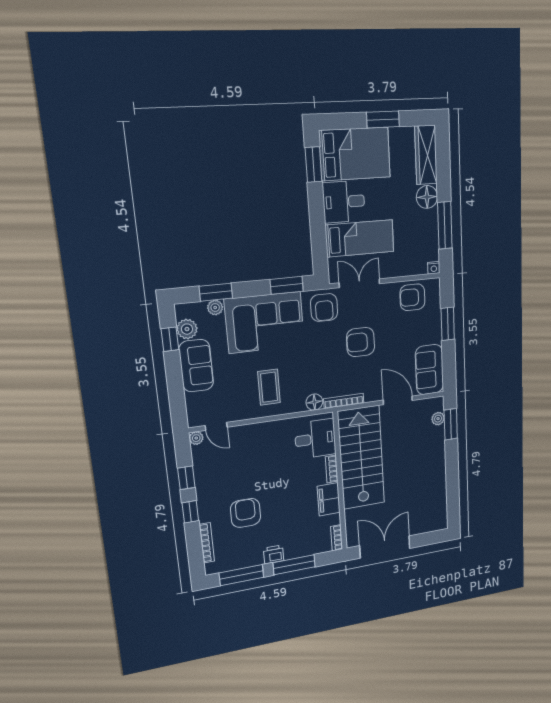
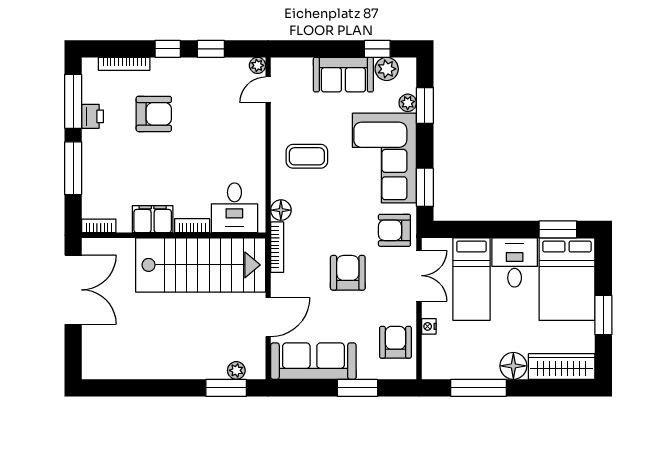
nightstand: (434, 268) -> (429, 326), moved
sofa: (429, 370) -> (313, 361), width x1.36
printer: (274, 554) -> (93, 116), moved

